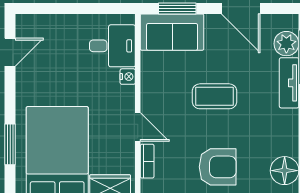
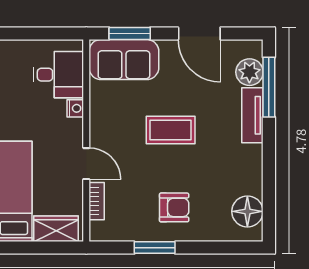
armchair: (218, 167) -> (174, 207), width x0.72, depth x0.72

